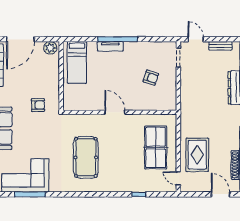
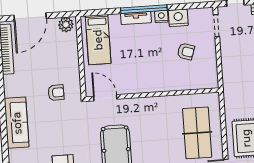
nightstand: (132, 46) -> (161, 16), added
nightstand: (146, 49) -> (178, 18), added
door: (115, 112) -> (105, 98), moved

